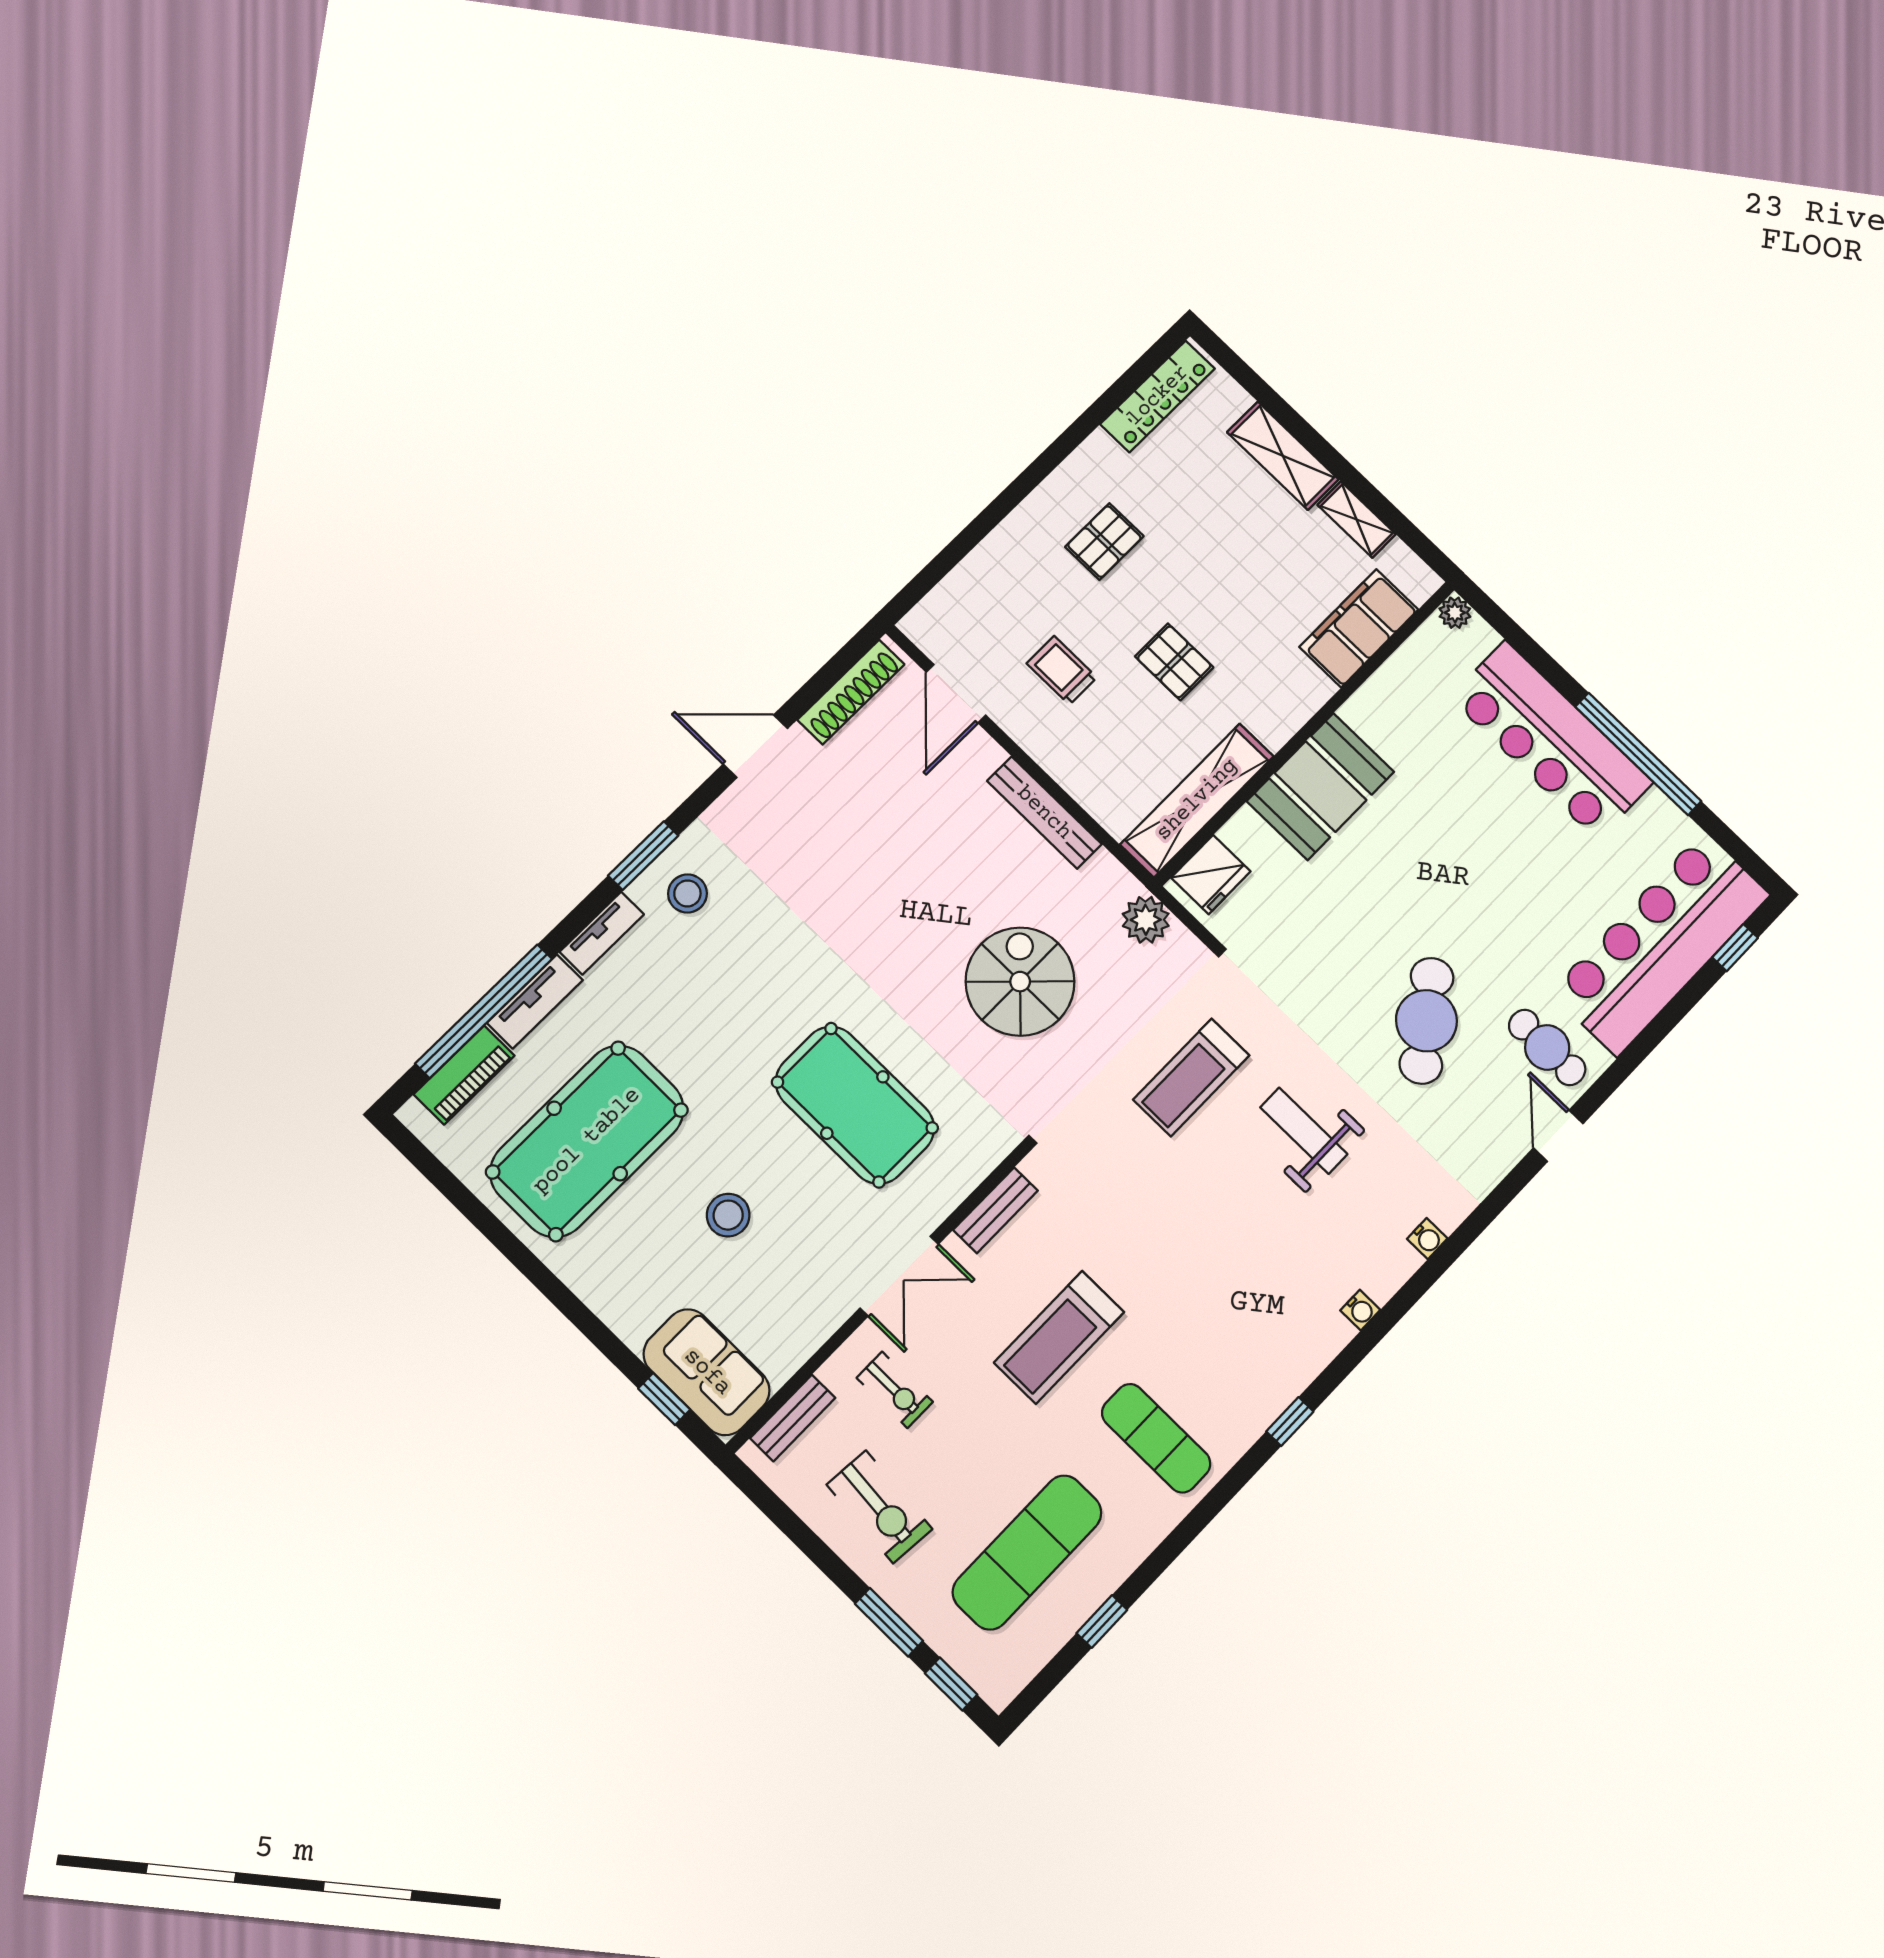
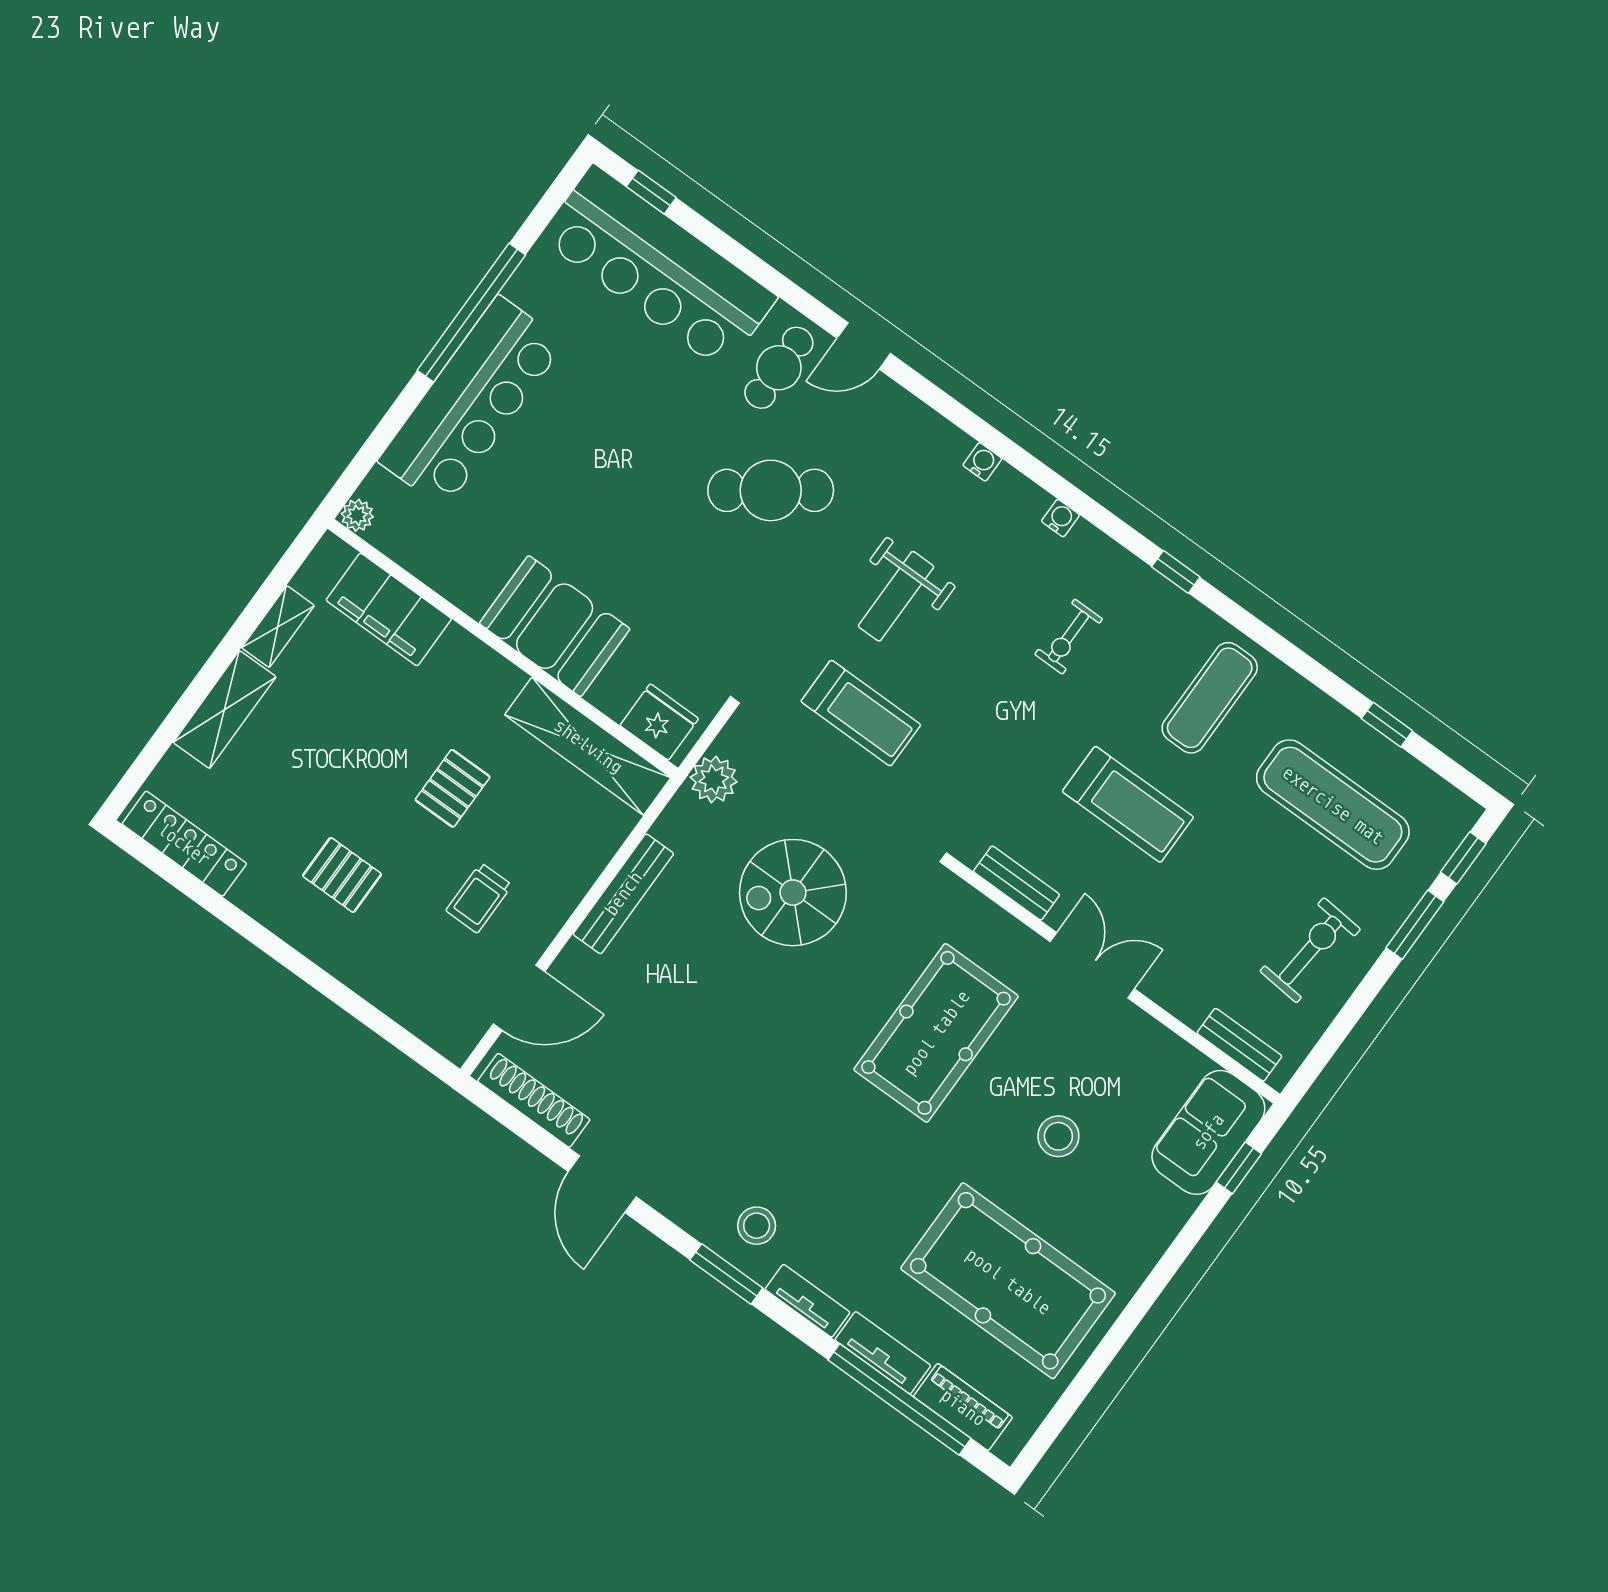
exercise bike: (895, 1390) -> (1069, 637), moved, turned 180

